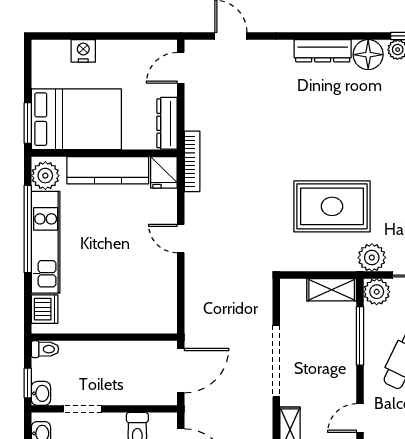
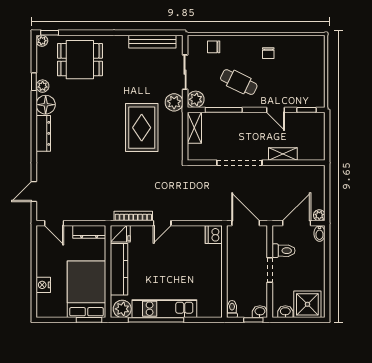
bookcase: (192, 161) -> (133, 216), moved
dishwasher: (45, 309) -> (214, 235), moved, turned -90
doorway: (83, 409) -> (270, 270), moved

